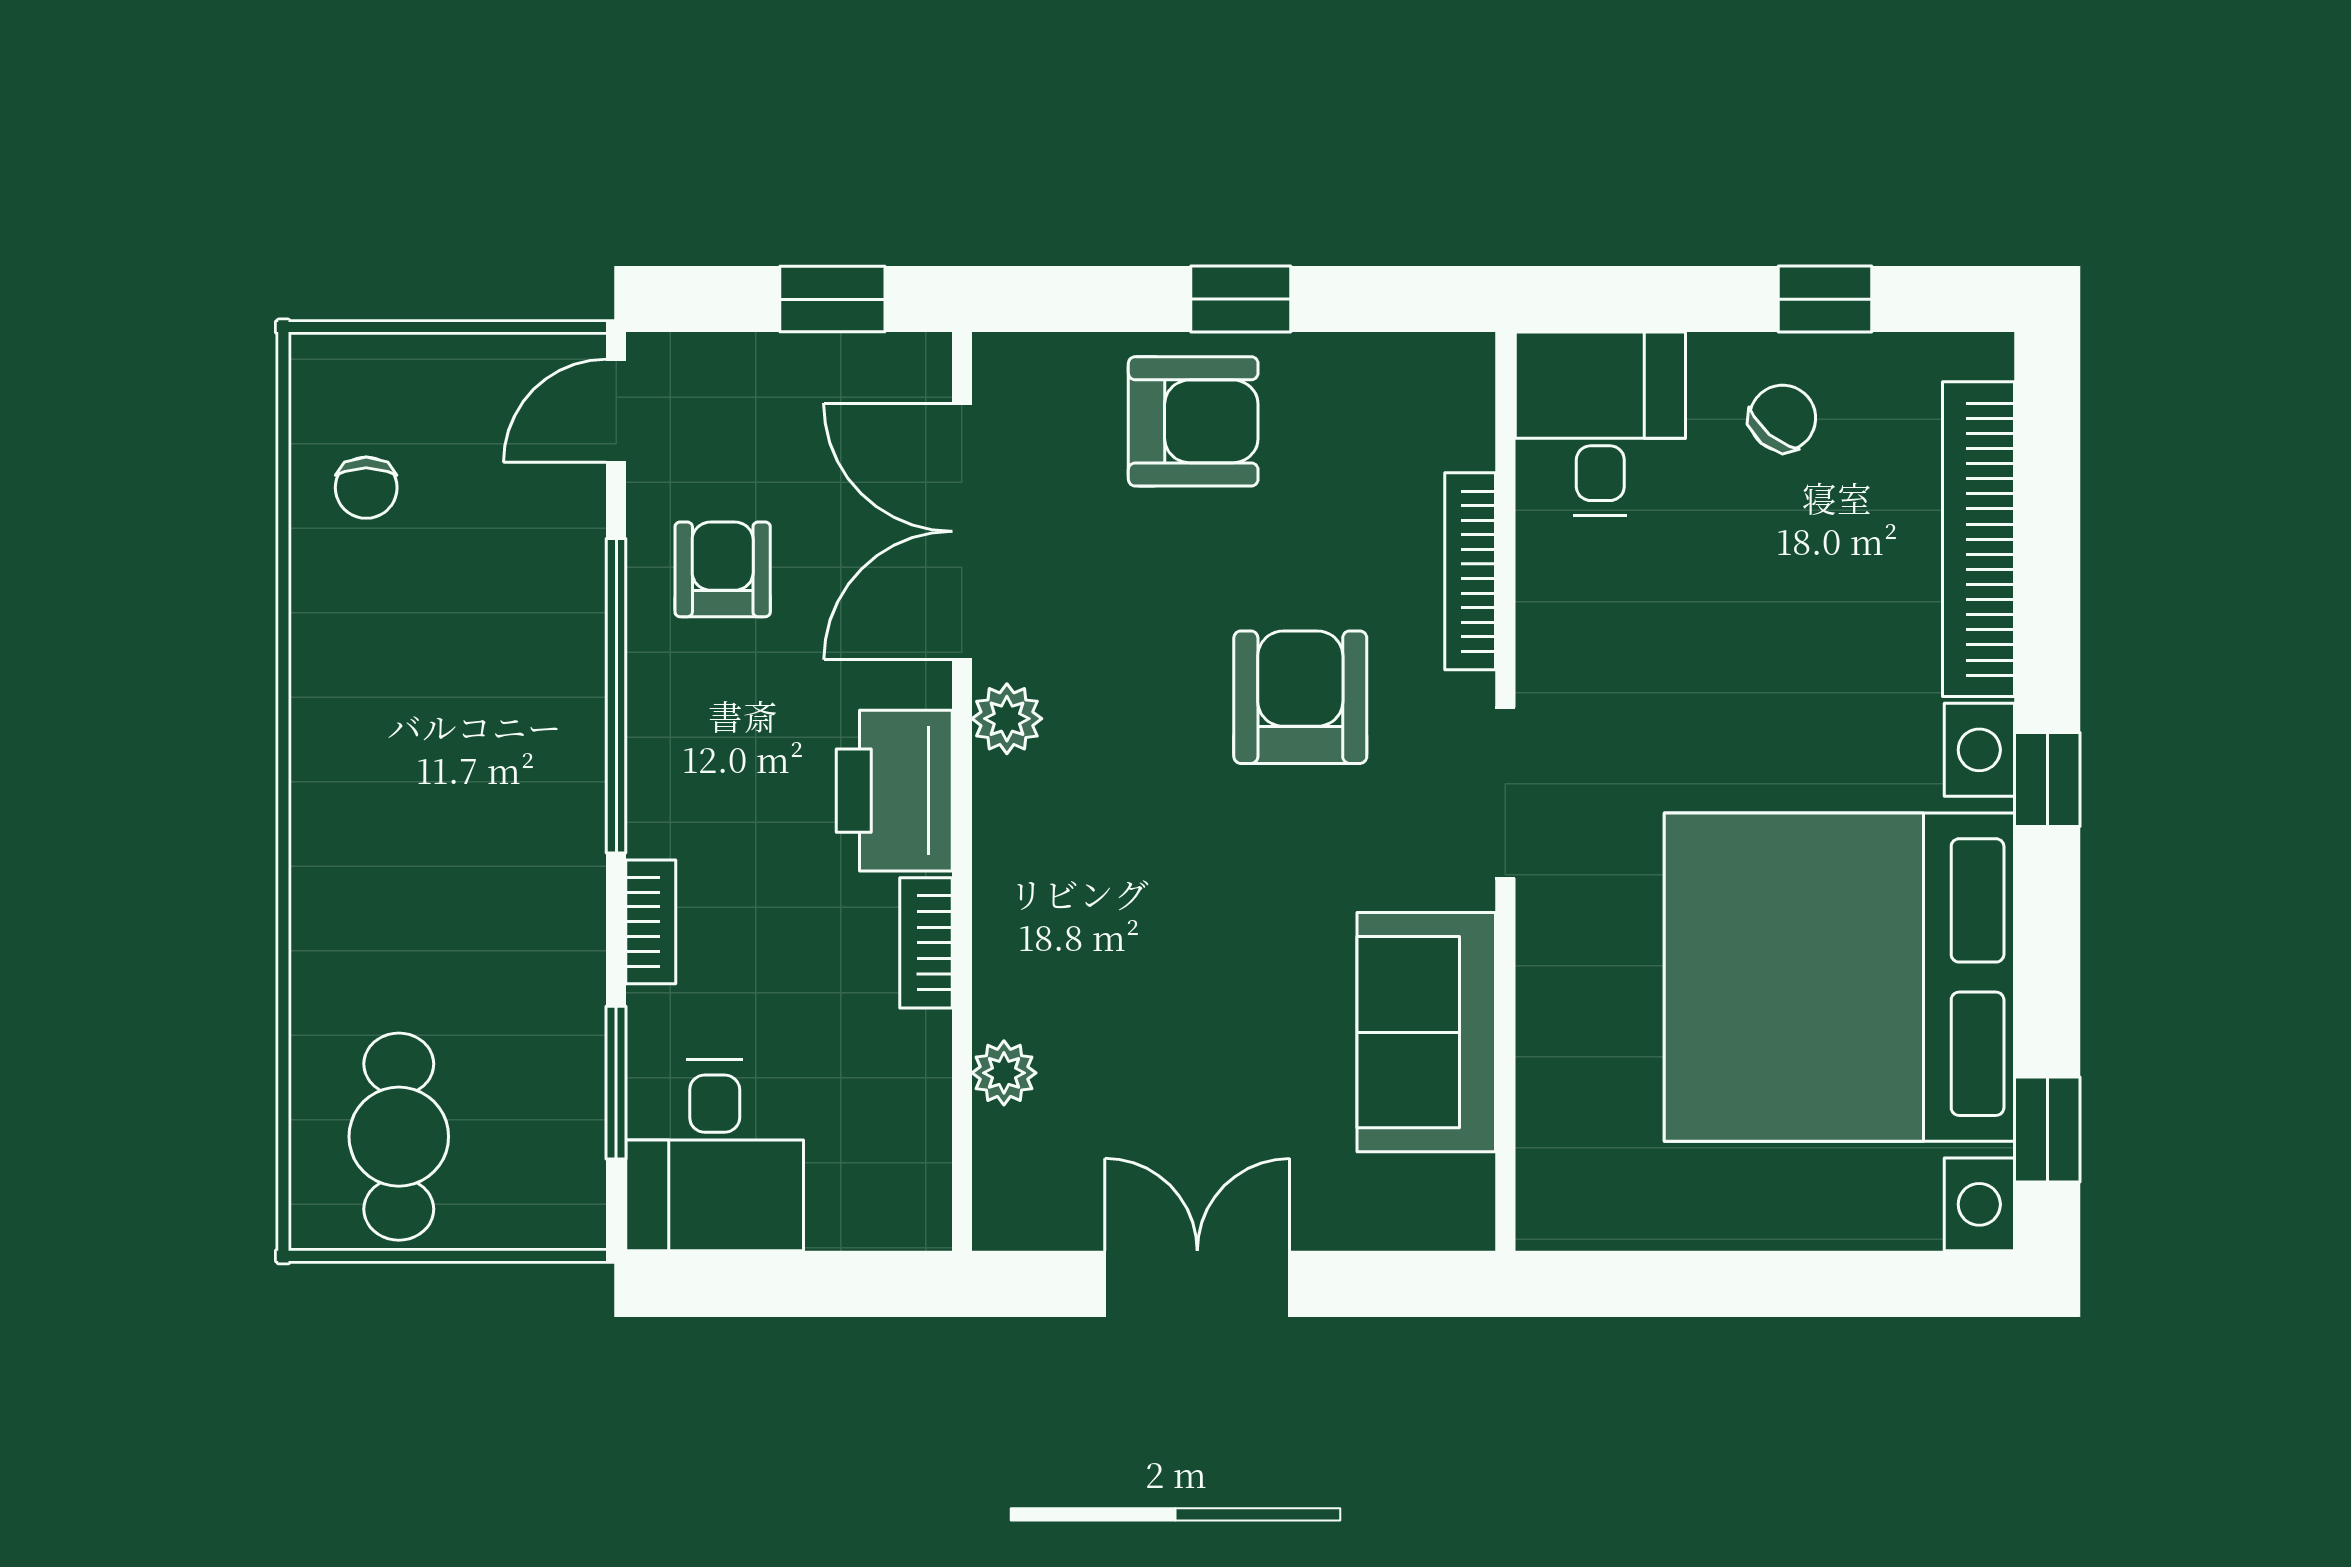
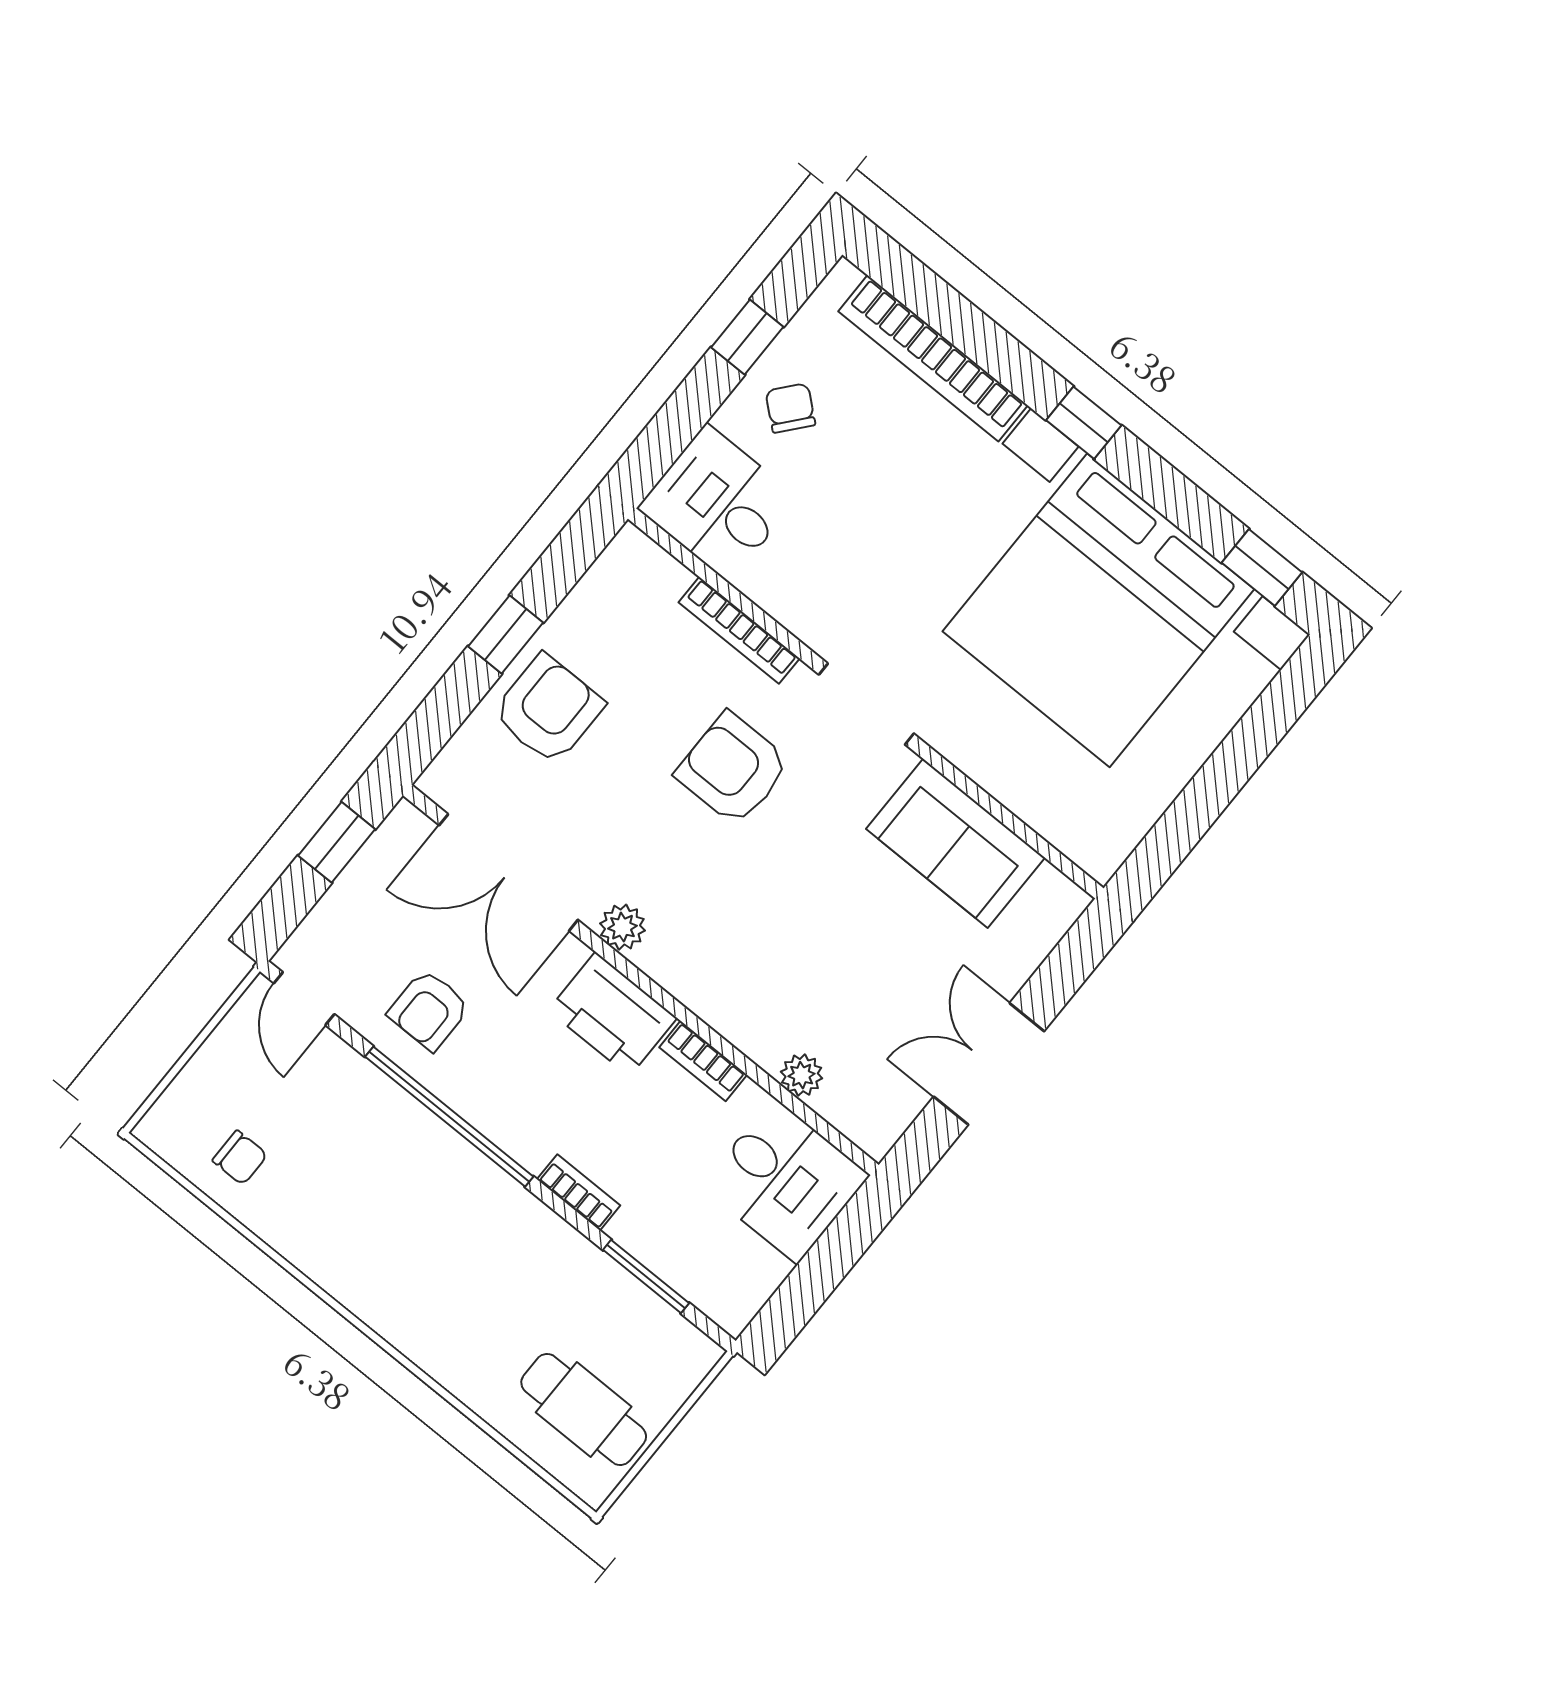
armchair: (723, 569) -> (429, 1010), turned -90
desk: (715, 1155) -> (785, 1181), moved

